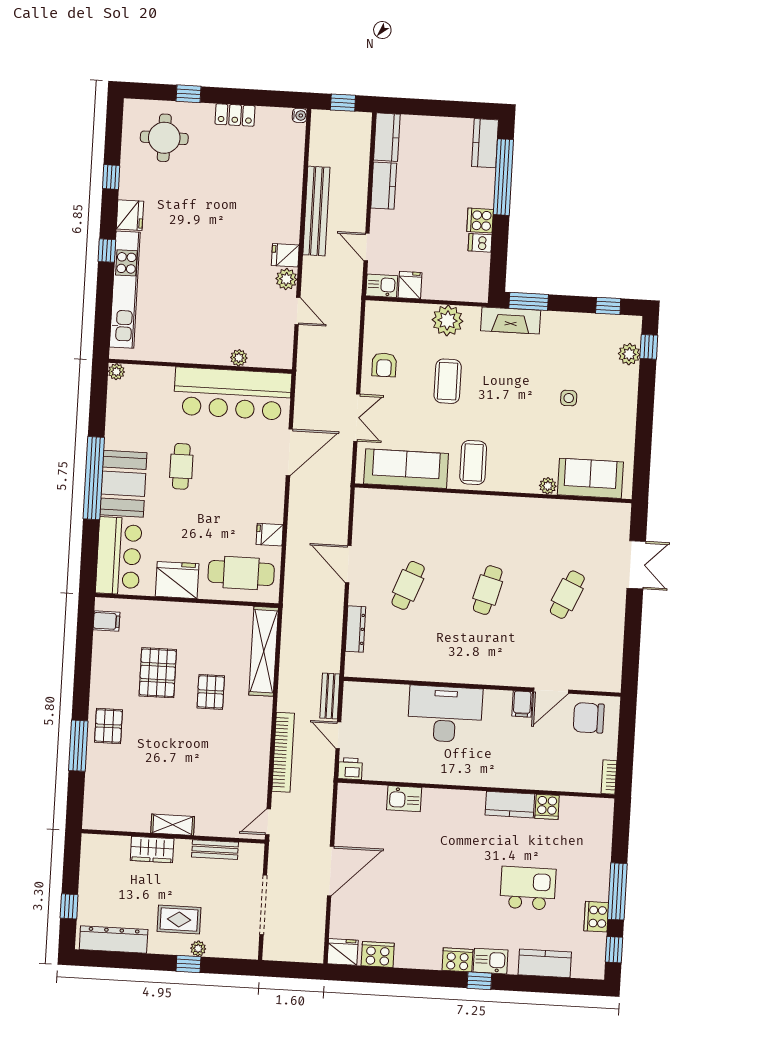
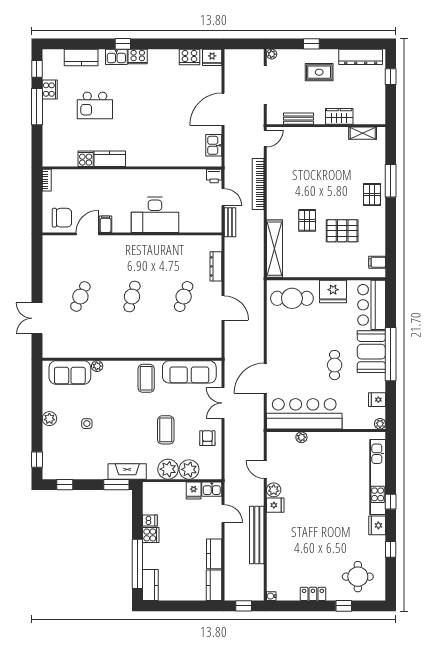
plant: (415, 318) -> (189, 469), added
plant: (629, 354) -> (49, 419), moved
fridge: (270, 535) -> (377, 400), moved, turned 180
pallet: (158, 673) -> (342, 231), turned 90
kitchen sink: (404, 799) -> (214, 145), moved, turned -90
shelving: (173, 825) -> (363, 133), moved
plant: (198, 949) -> (272, 54), moved

